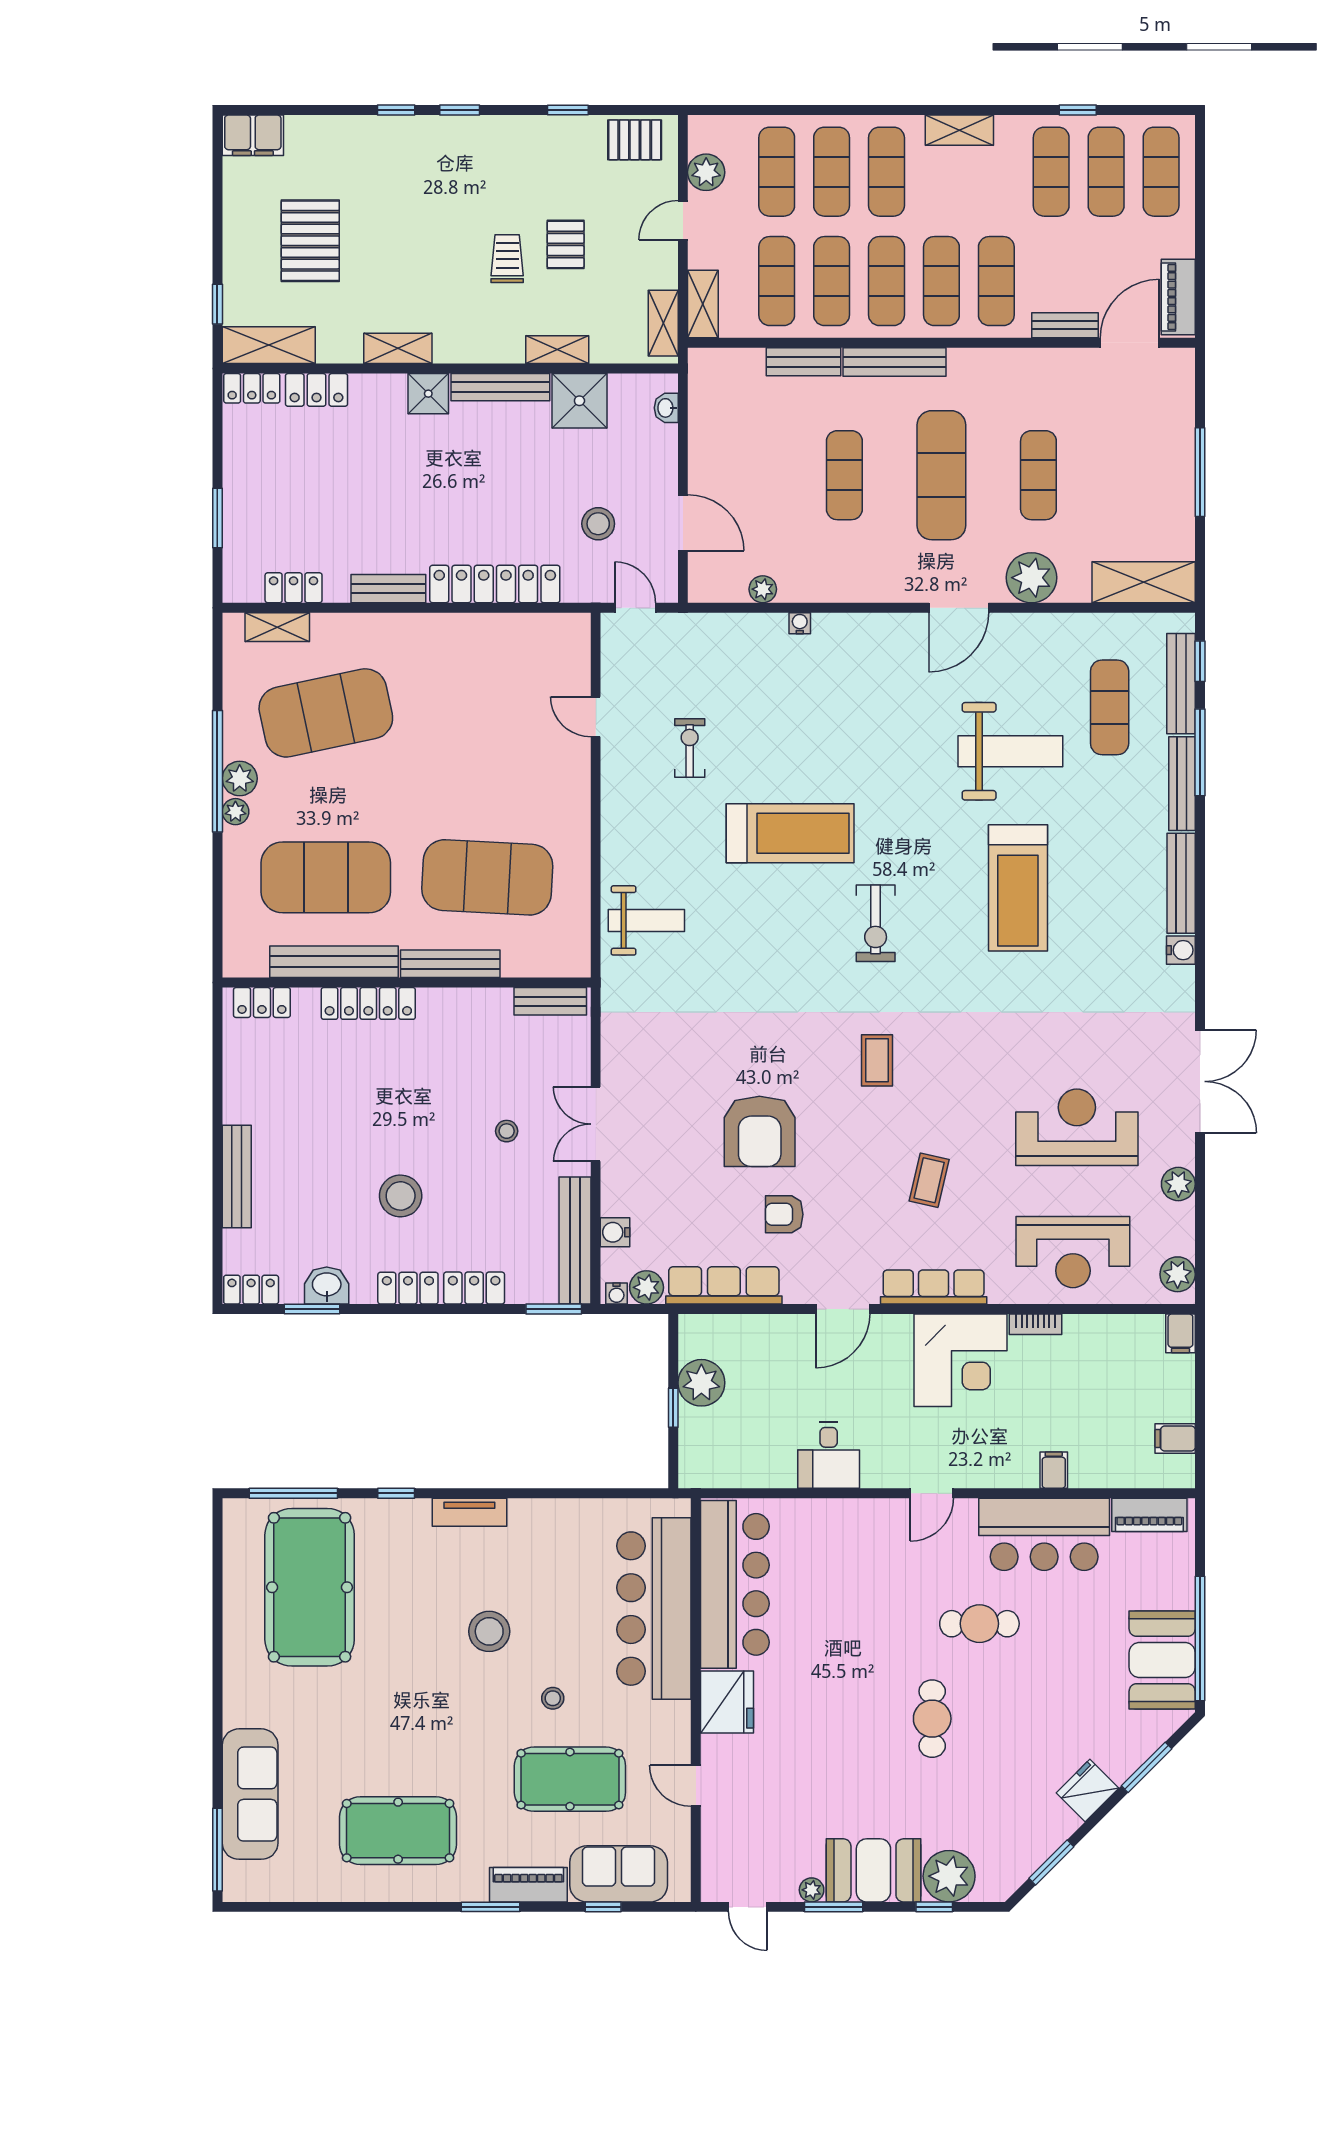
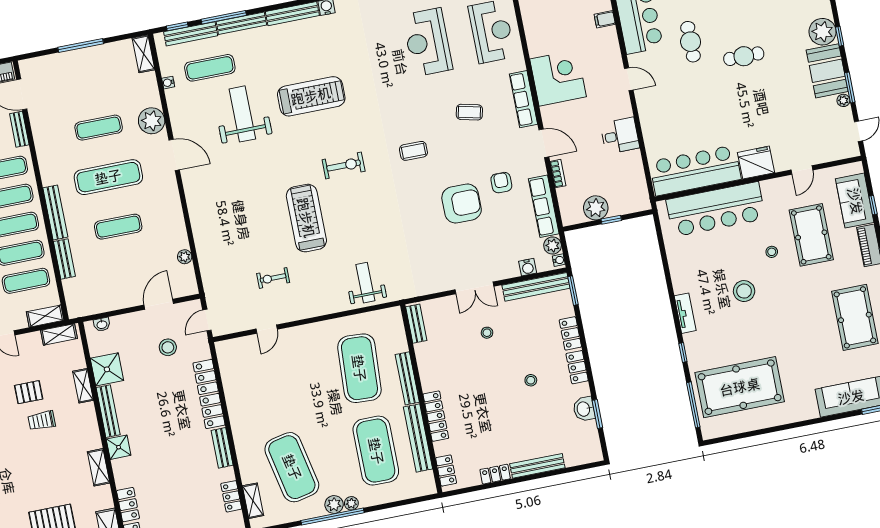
shelving: (1144, 582) -> (143, 54), width x0.67, depth x0.75
water cooler: (800, 623) -> (168, 83), moved
stool: (401, 1196) -> (531, 380), width x0.53, depth x0.53
armchair: (784, 1214) -> (501, 183), turned 180
locker: (251, 1290) -> (495, 474), moved, turned 90
bookcase: (1036, 1324) -> (558, 174), moved

